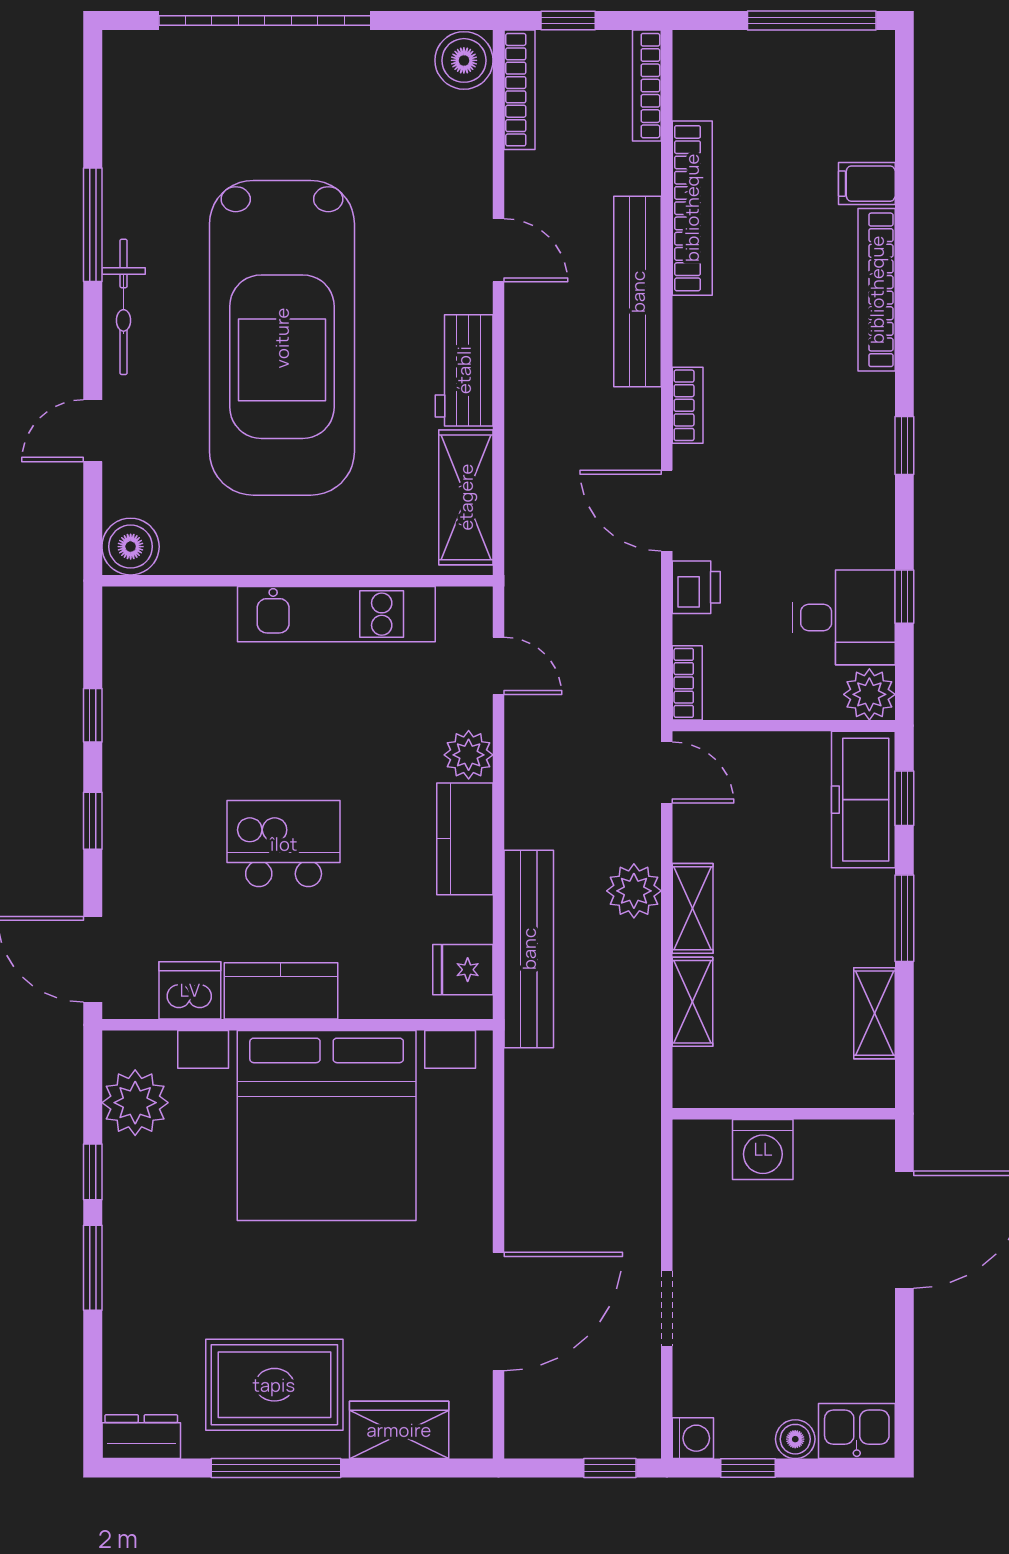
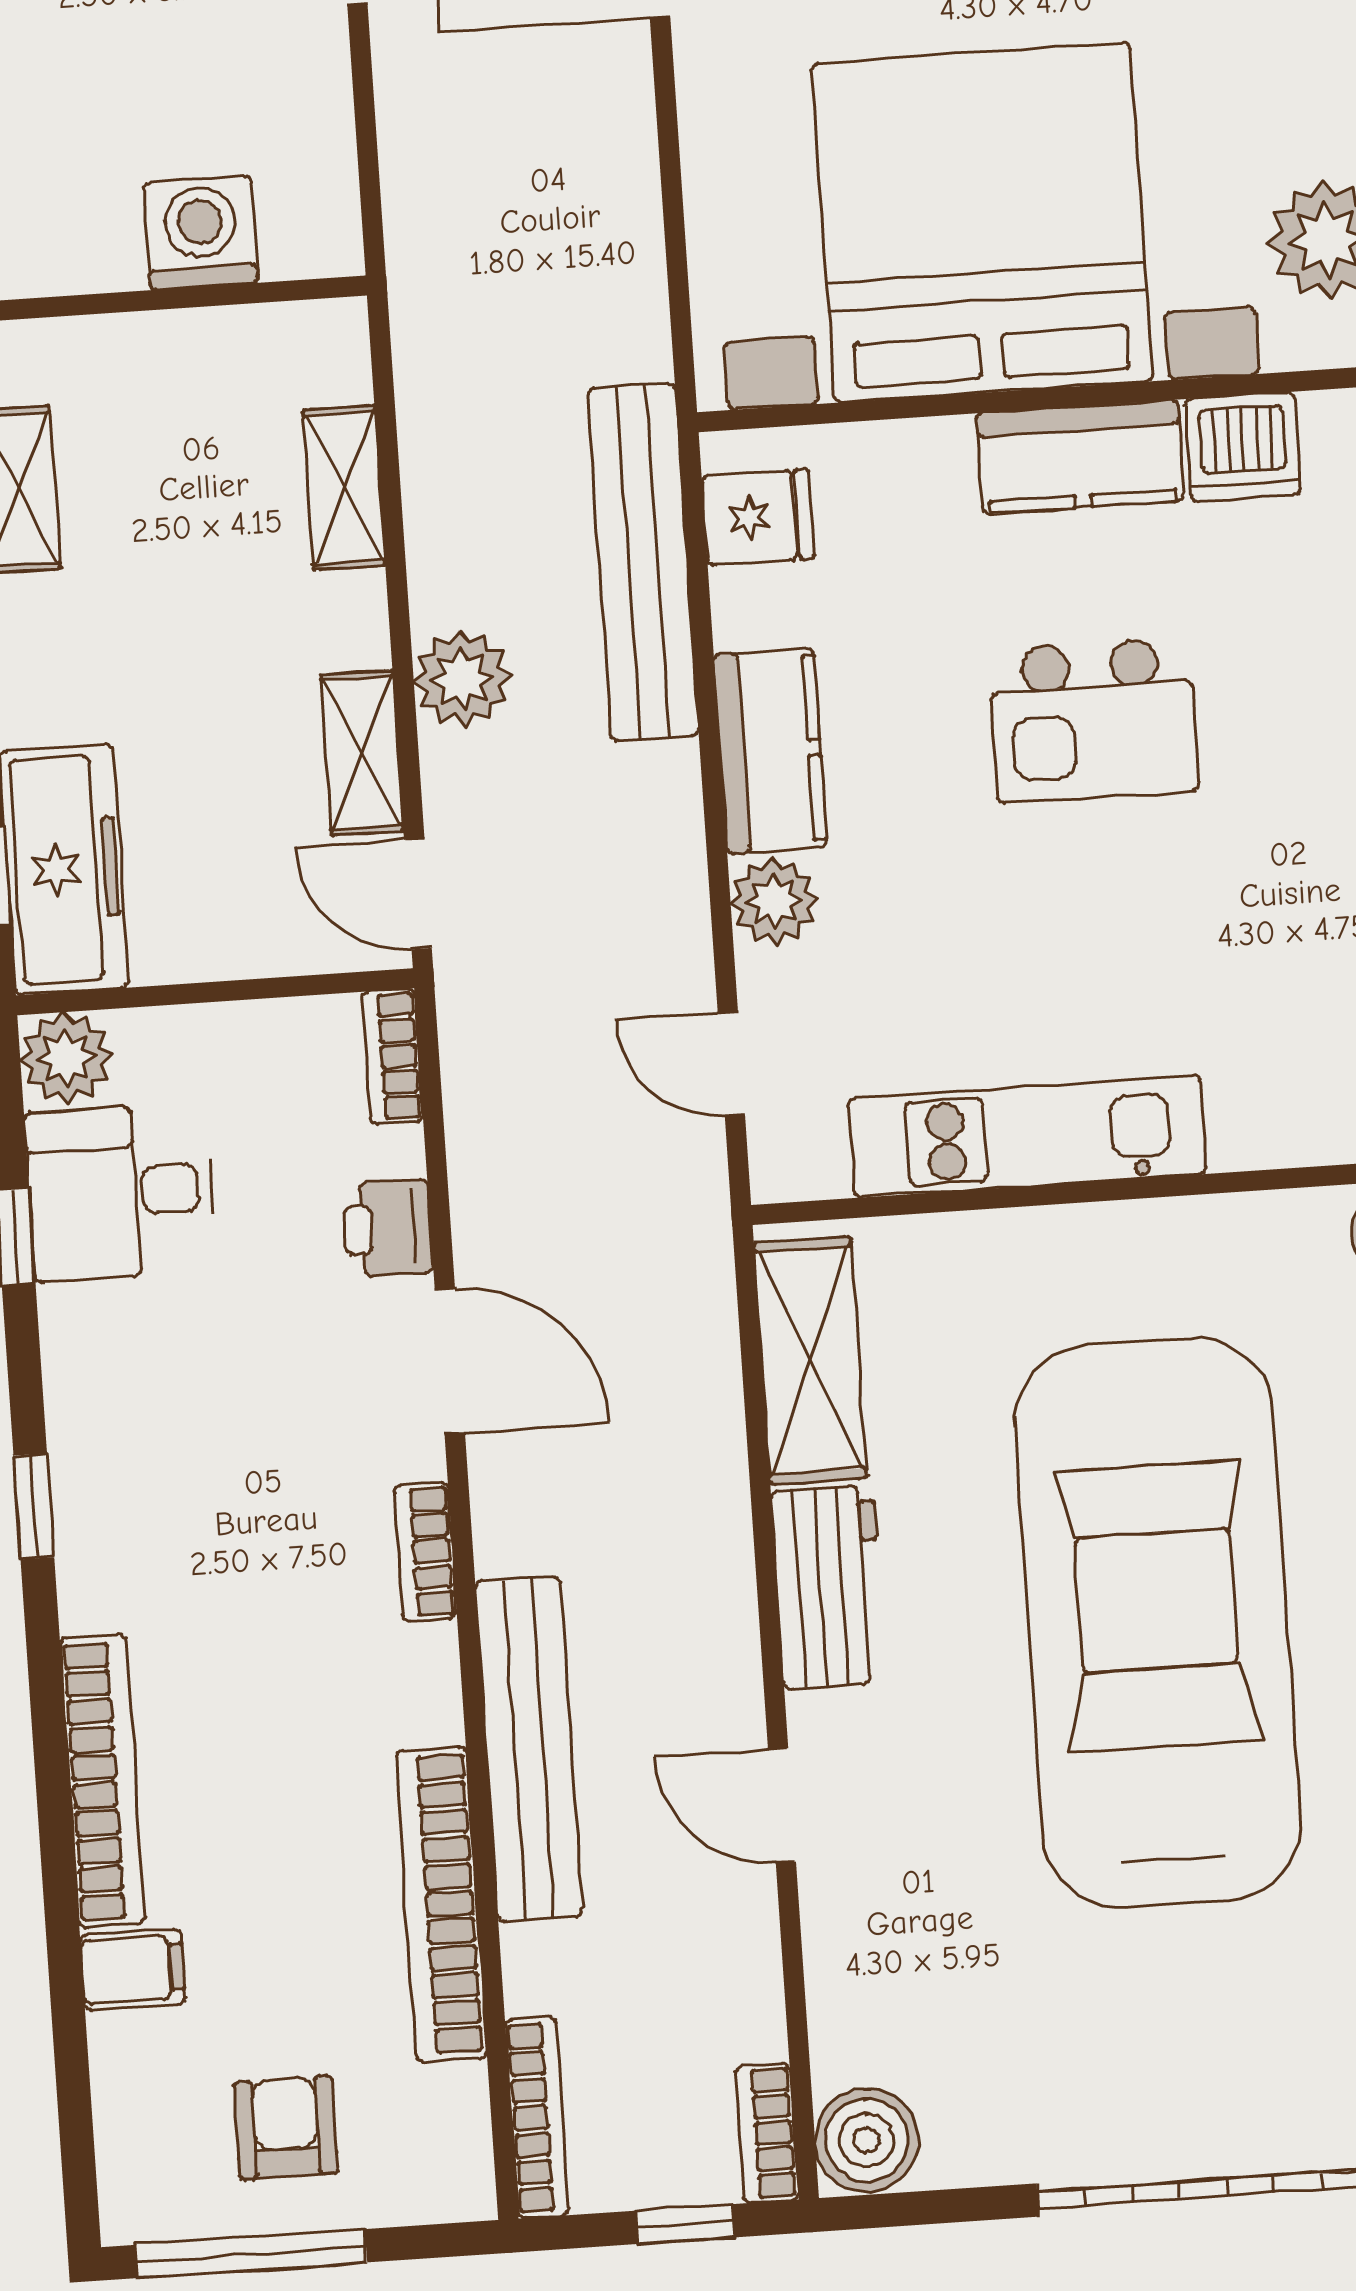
bookcase: (519, 90) -> (767, 2133), width x0.64
armchair: (787, 90) -> (286, 2128), added
shelving: (693, 908) -> (362, 753), moved

